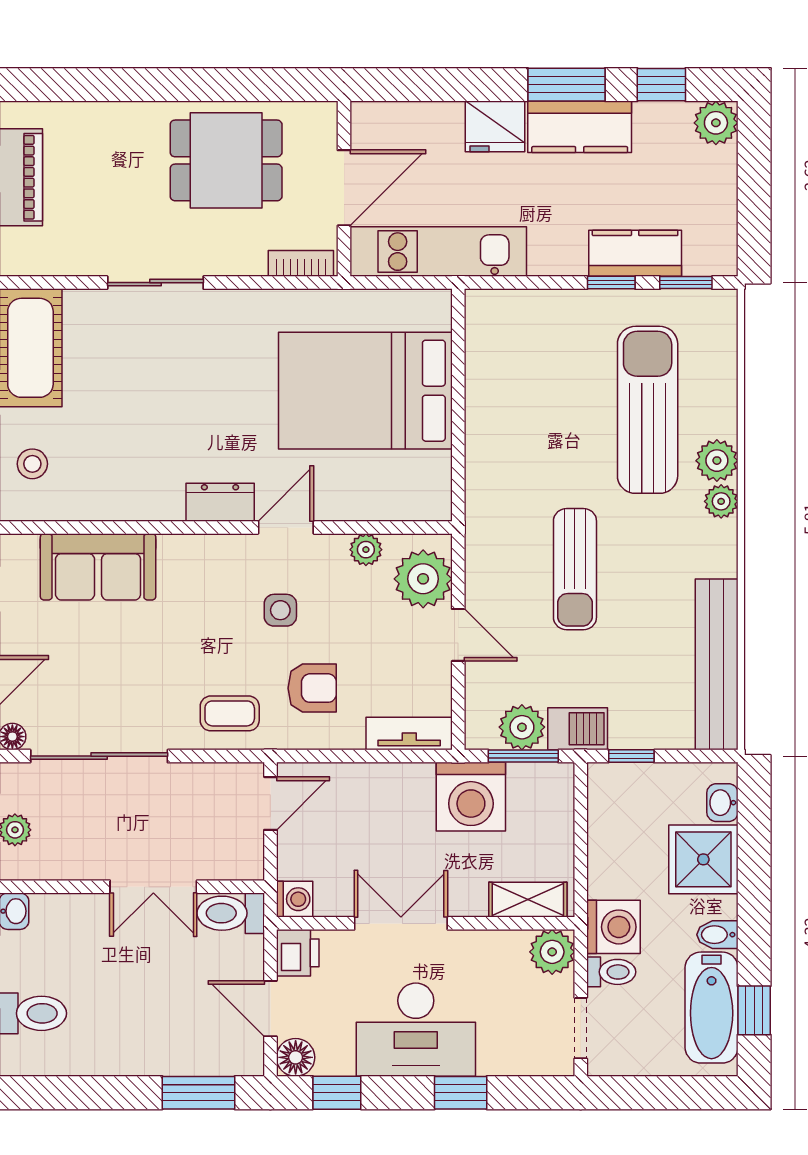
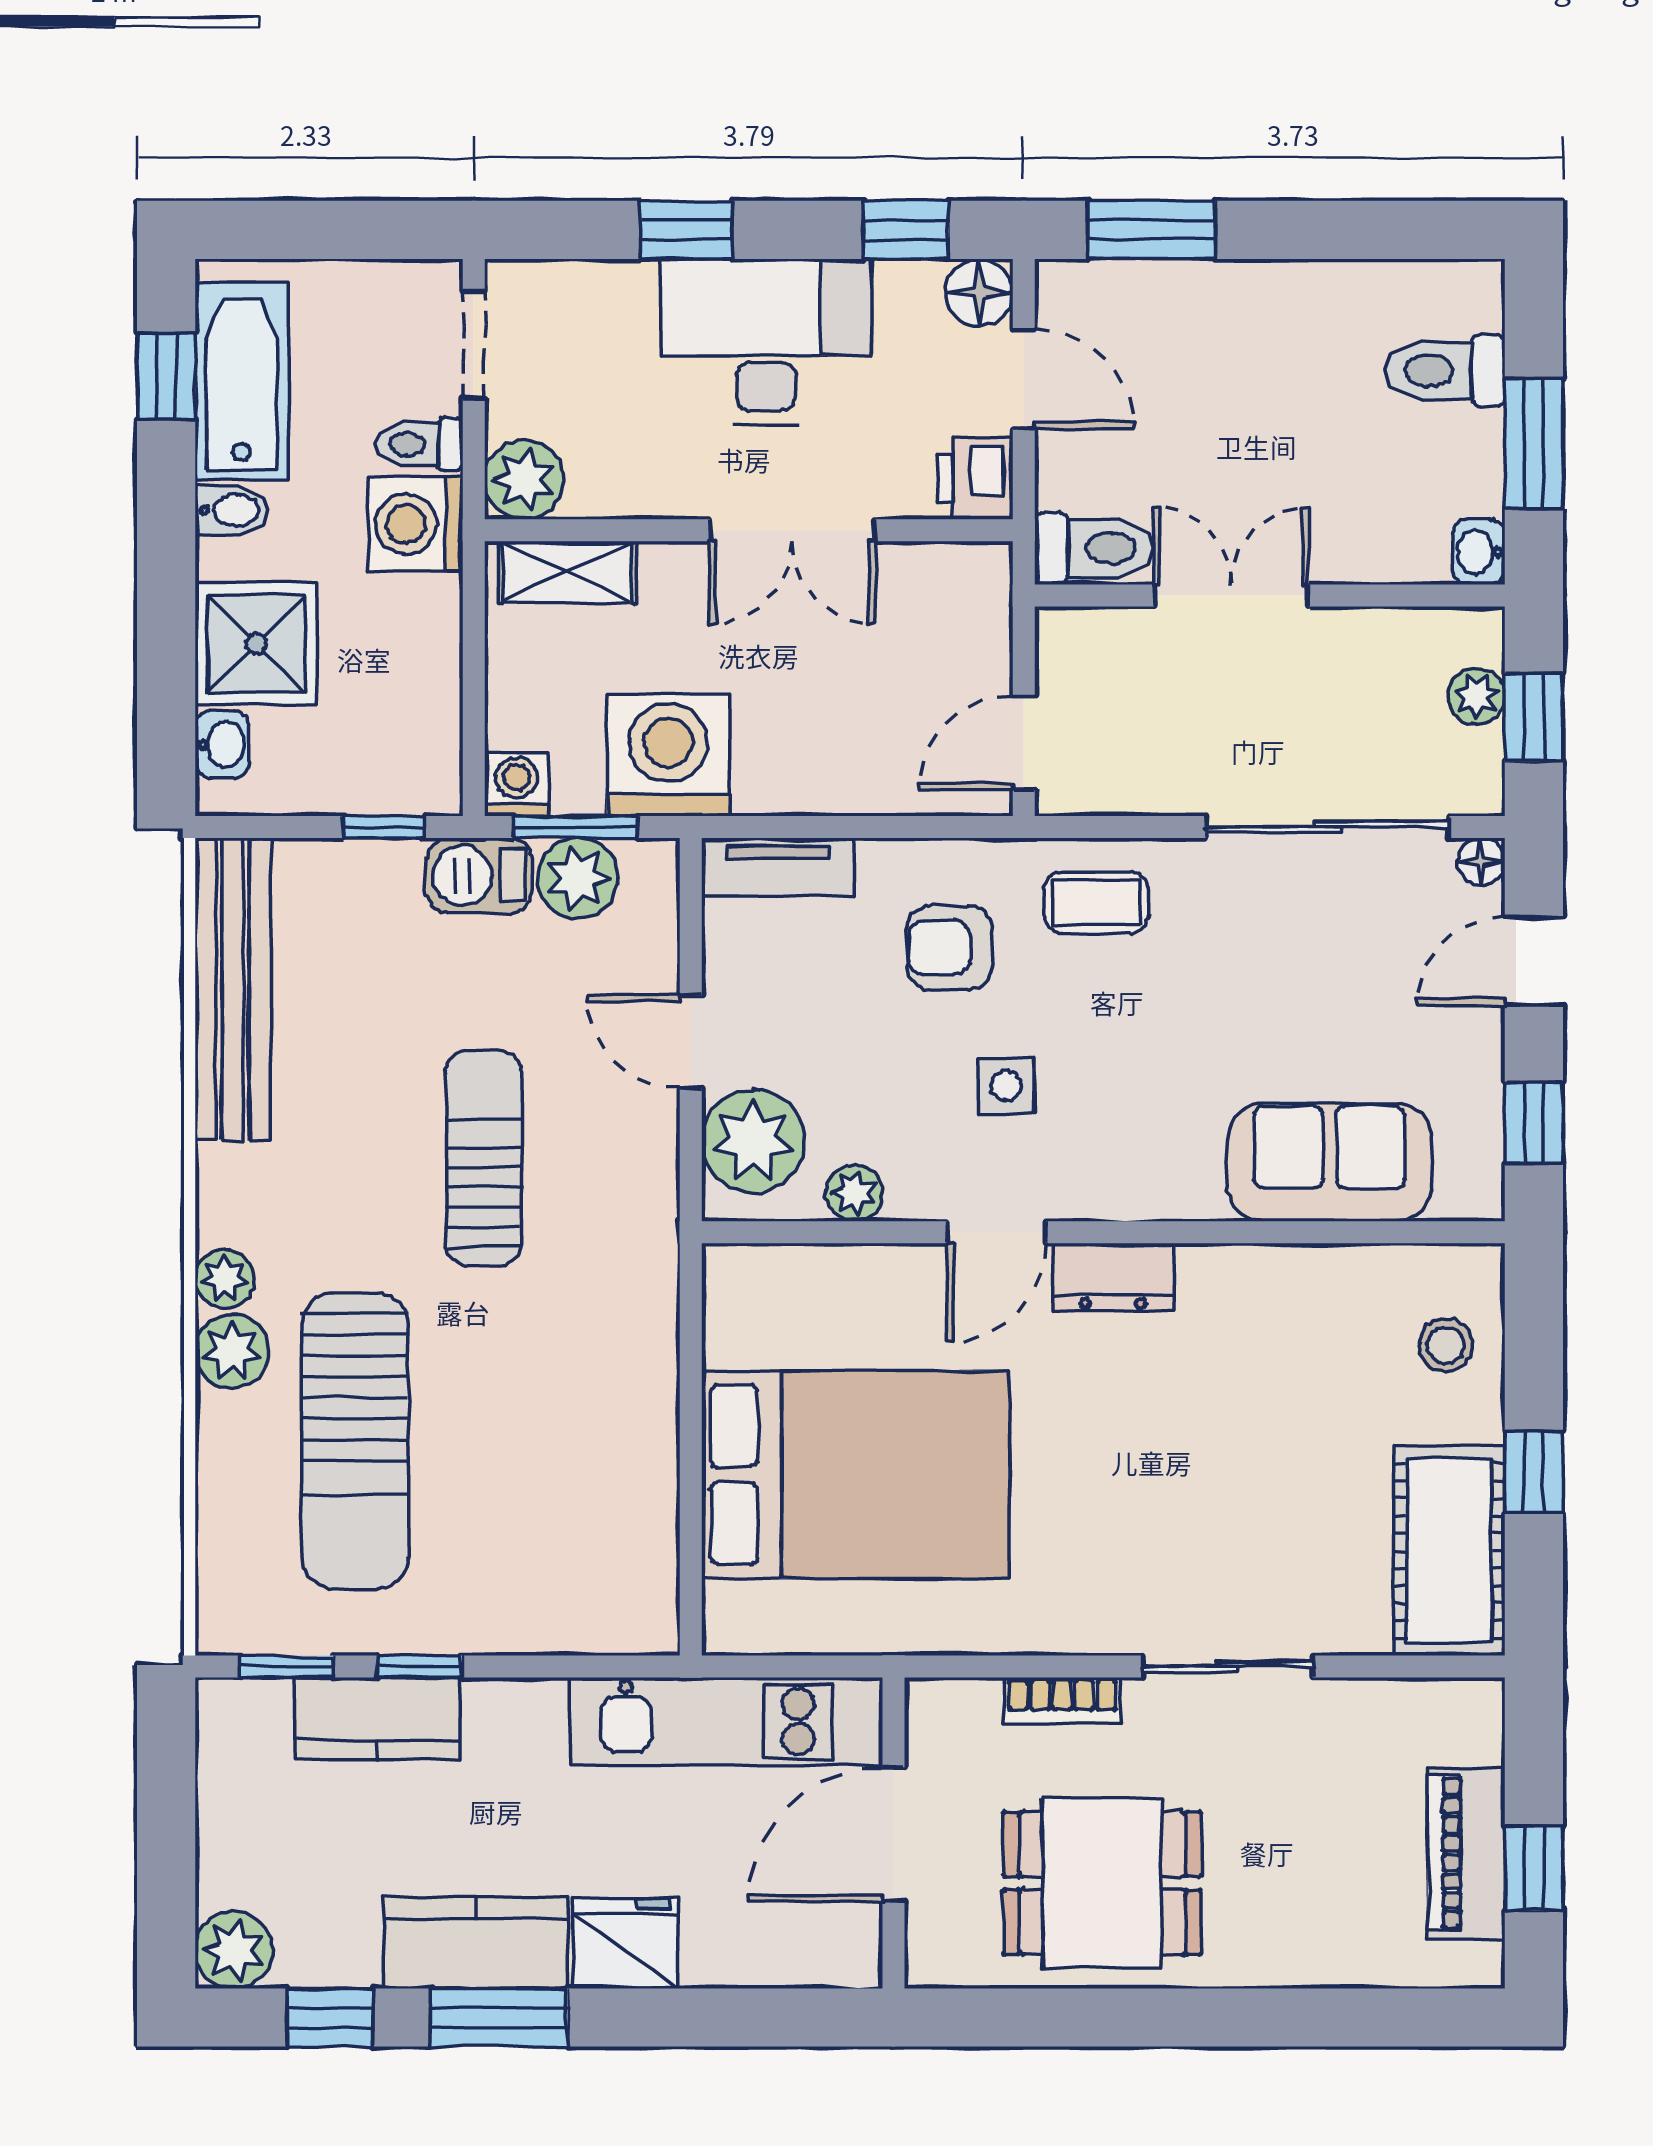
bookcase: (301, 263) -> (1062, 1700), moved
washing machine: (295, 899) -> (517, 784), moved, turned 90

